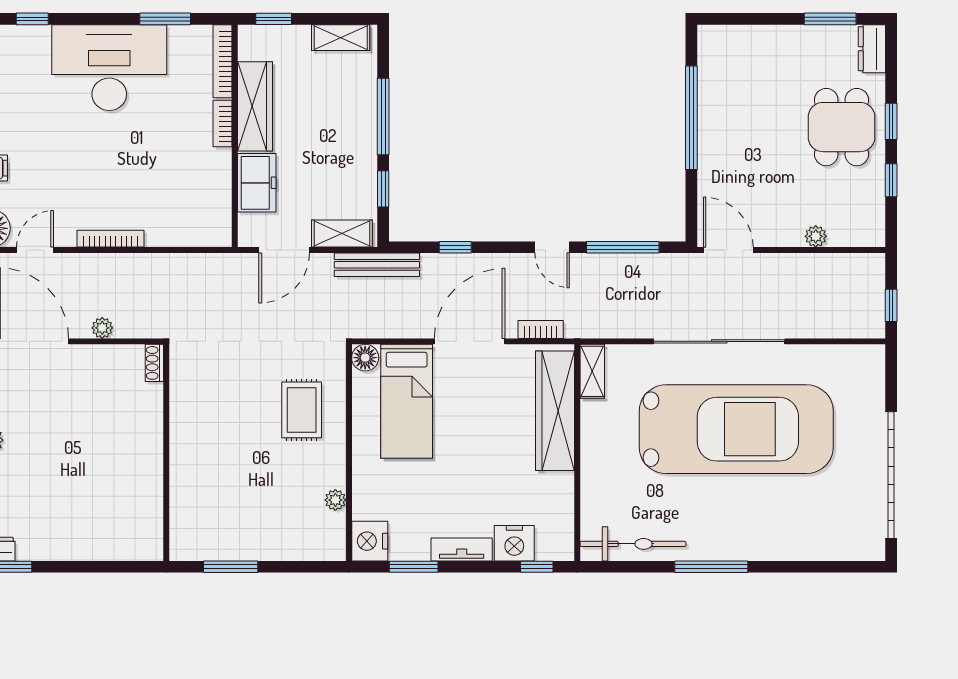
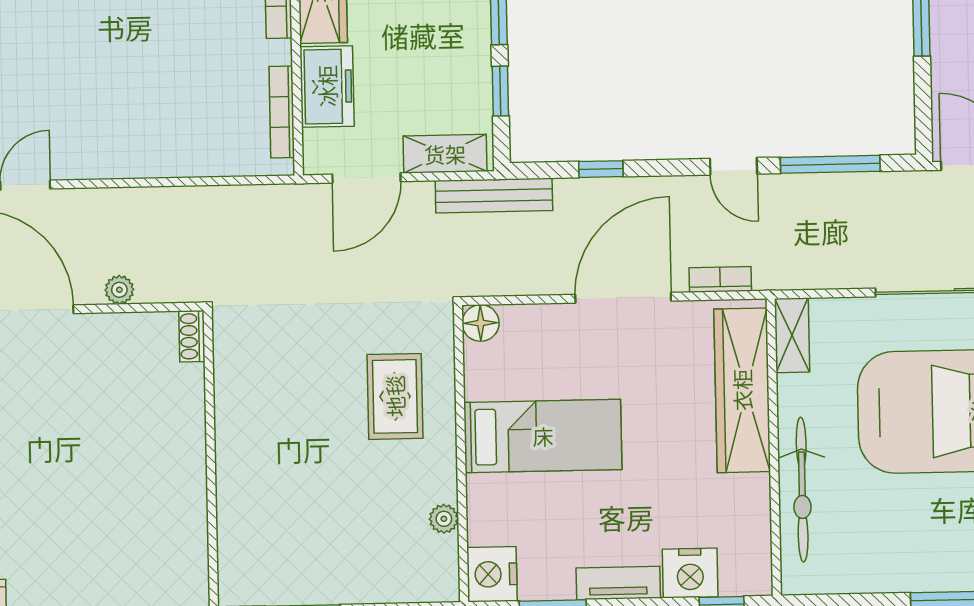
bookcase: (111, 239) -> (282, 112), moved, turned -90
bed: (407, 401) -> (543, 436), moved, turned -90
bicycle: (633, 544) -> (802, 490), moved, turned 90

